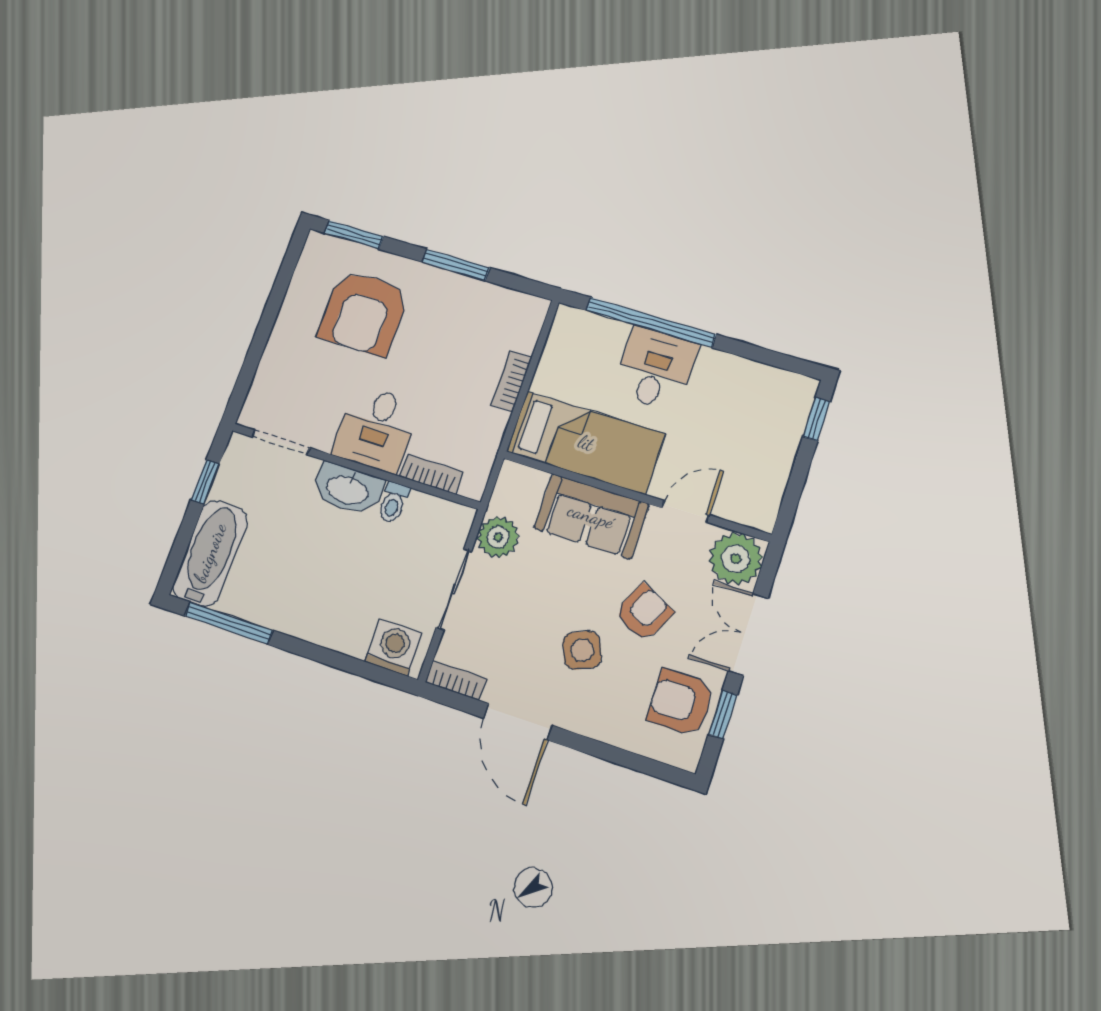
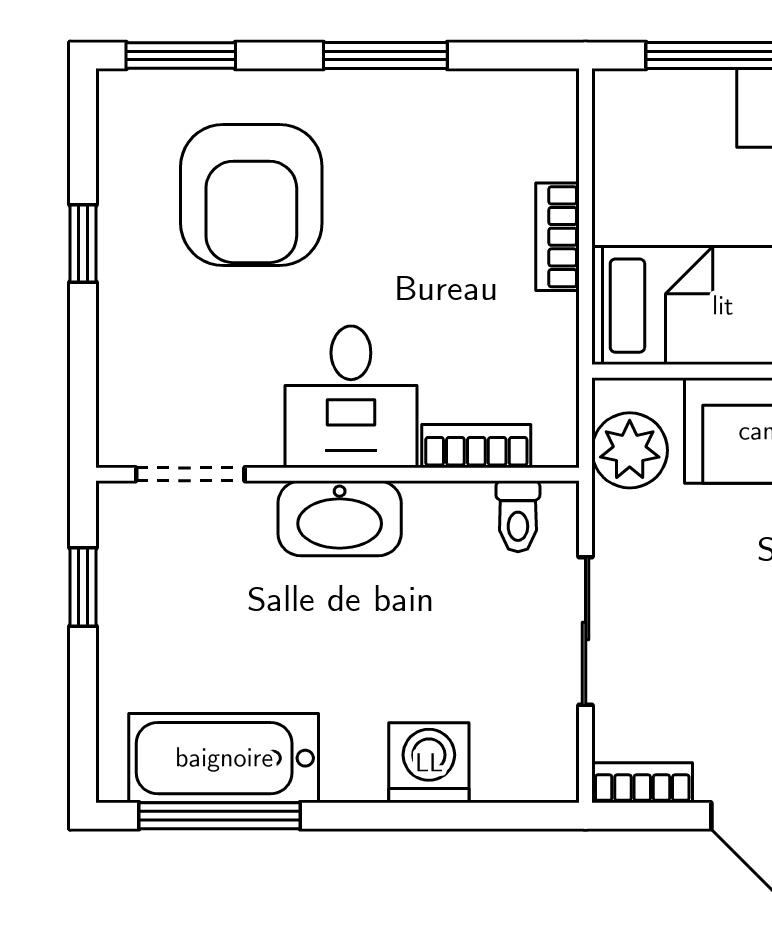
window: (271, 311) -> (83, 244), added
toilet: (393, 503) -> (518, 516), moved
plant: (498, 537) -> (630, 450), moved
bathtub: (210, 553) -> (224, 758), moved, turned -90
washing machine: (393, 647) -> (429, 763), moved

